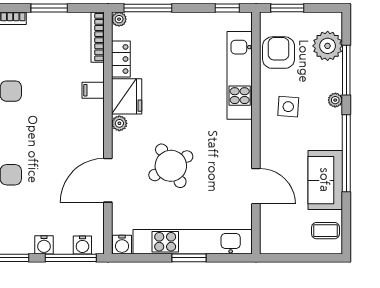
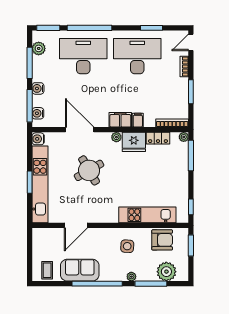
filing cabinet: (92, 117) -> (120, 120), added

